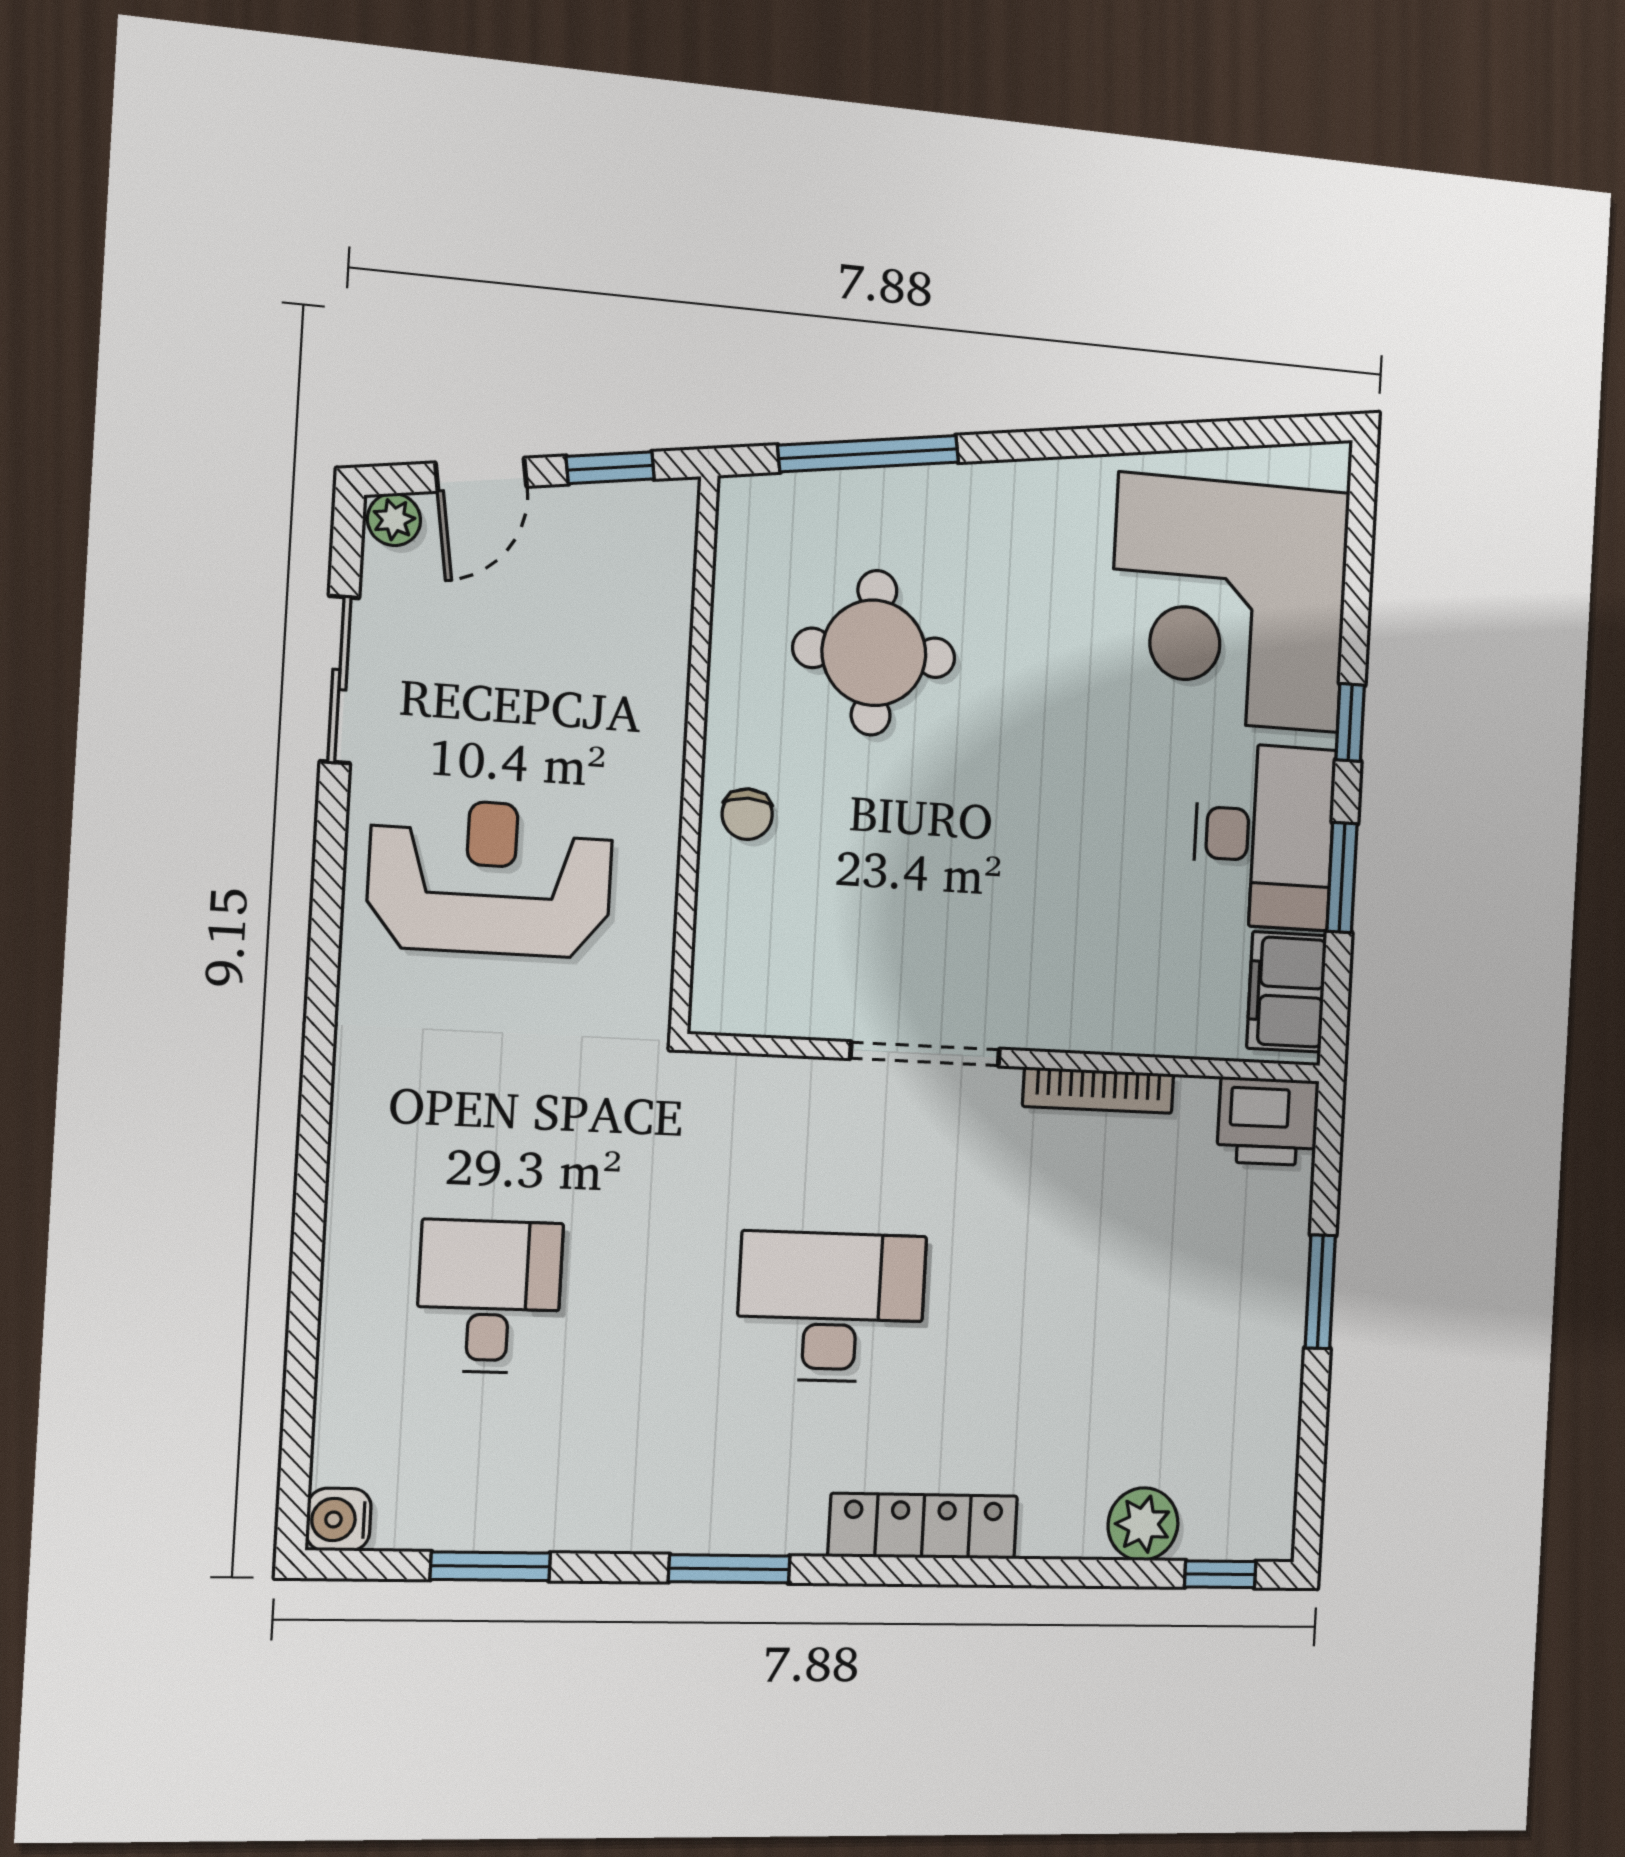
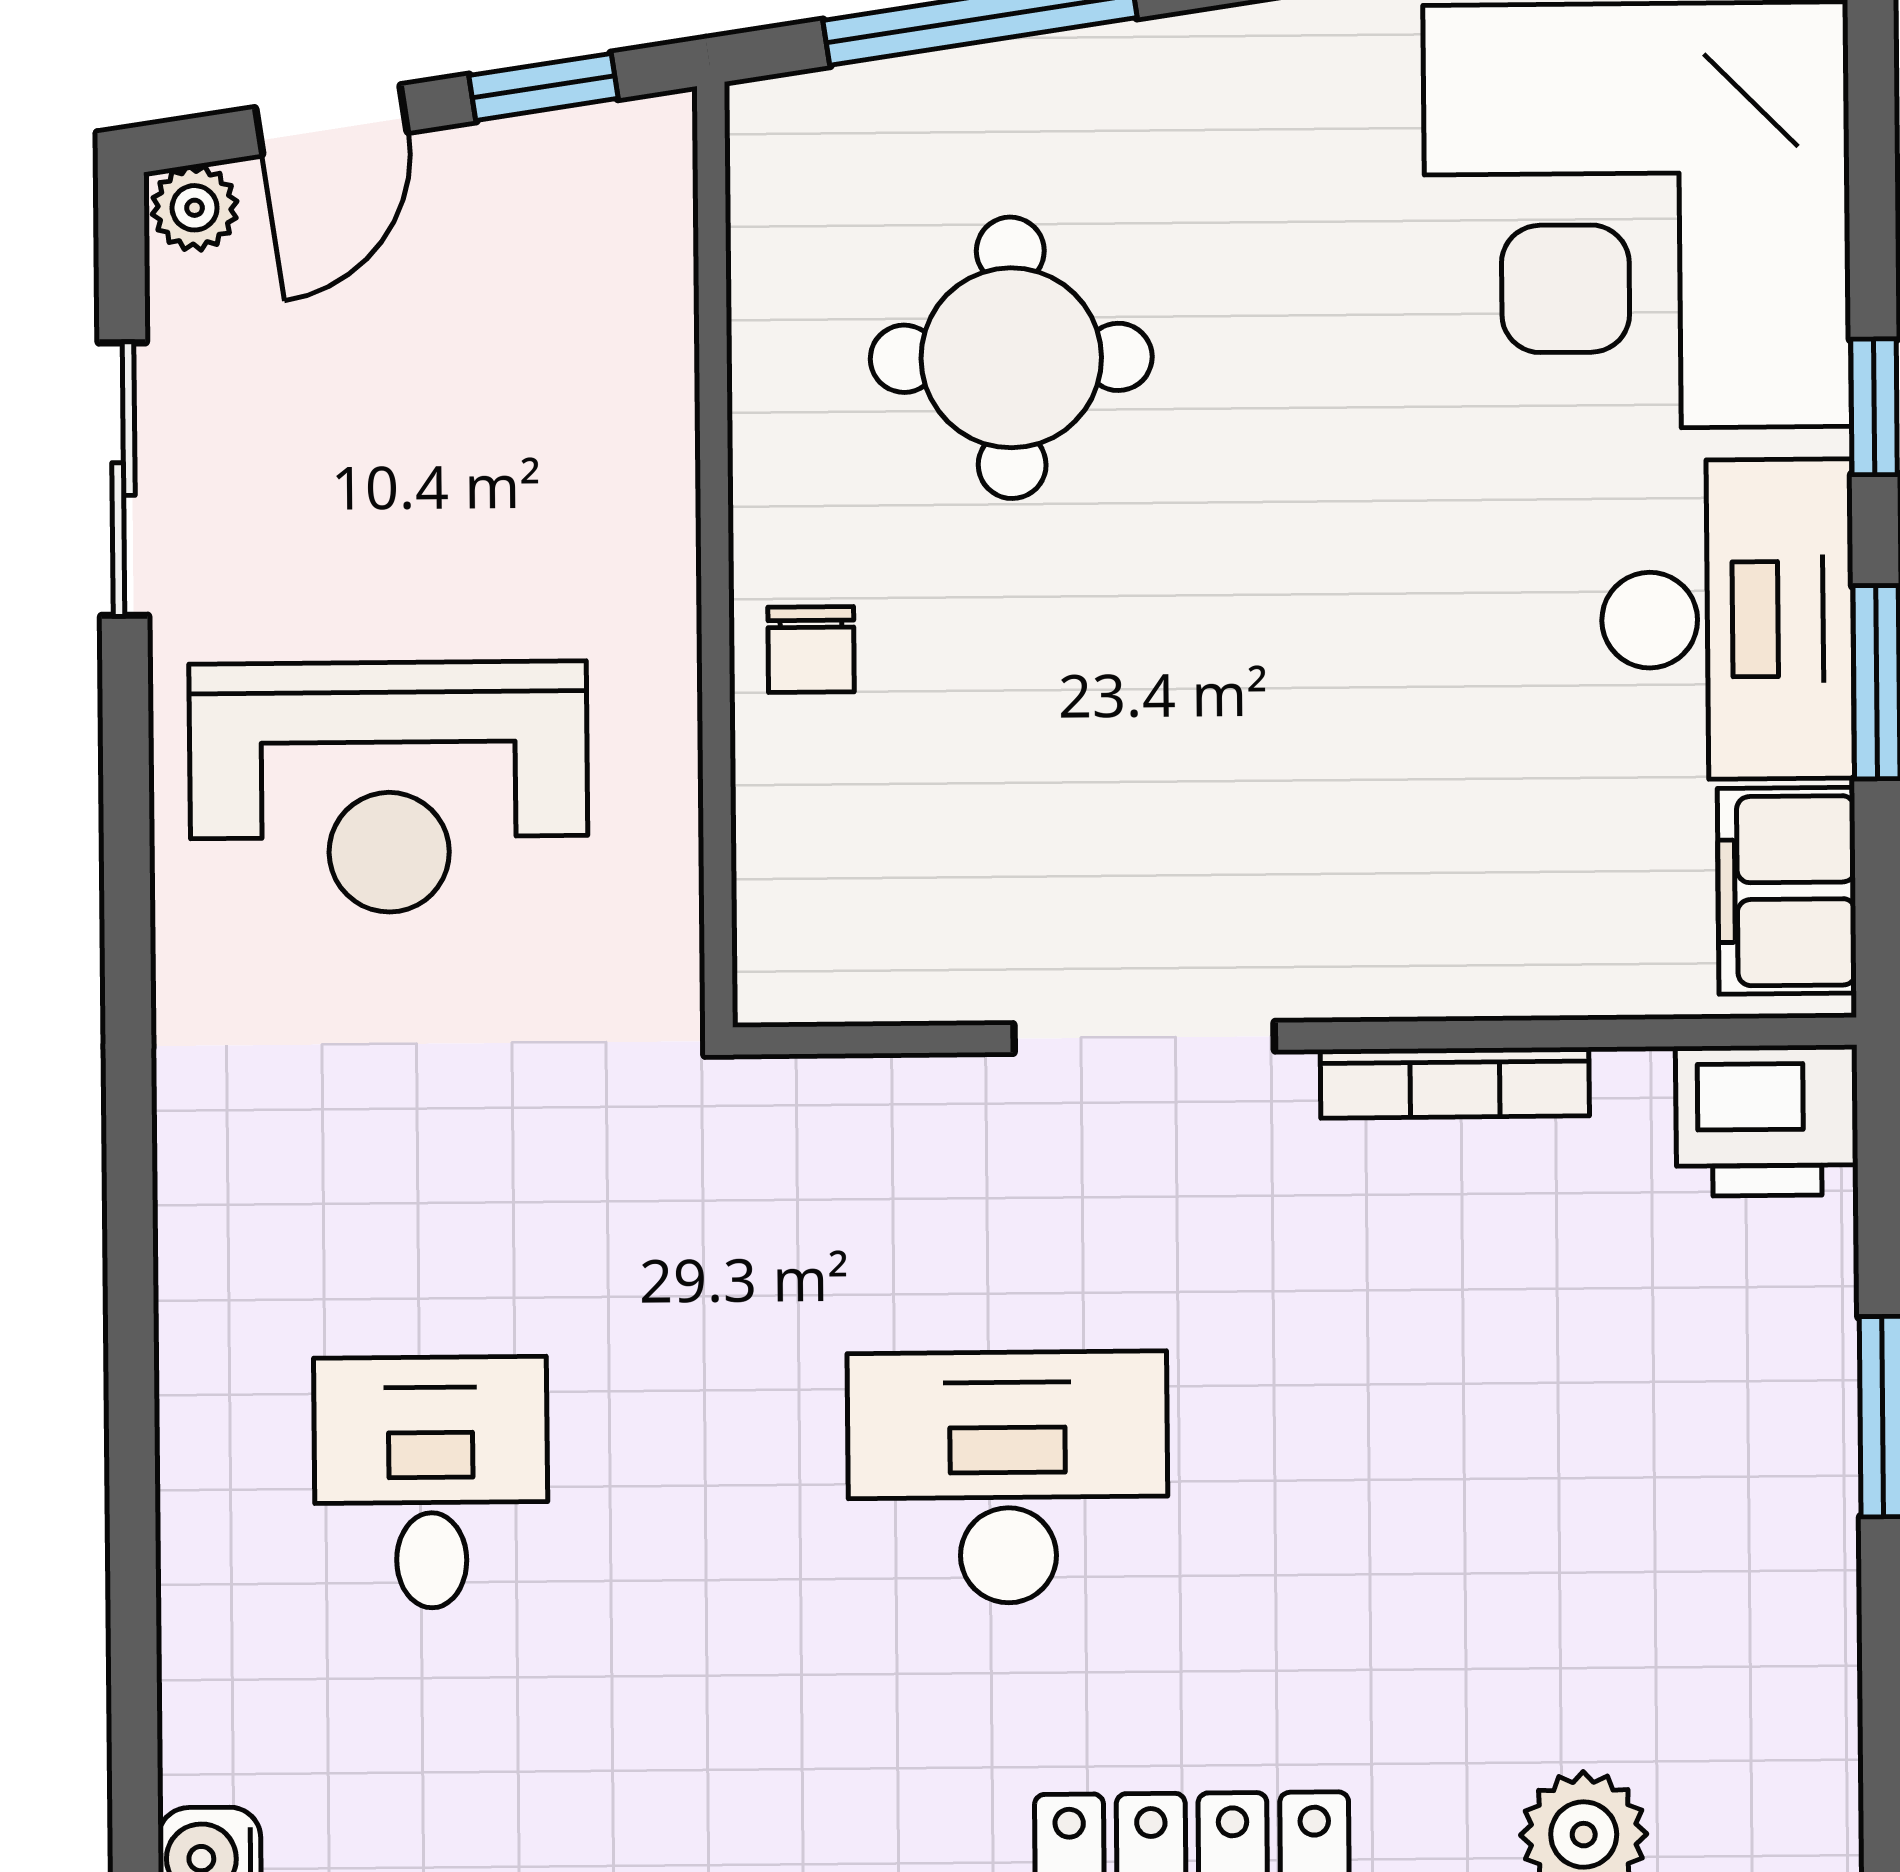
reception desk: (490, 878) -> (389, 787), turned 180

